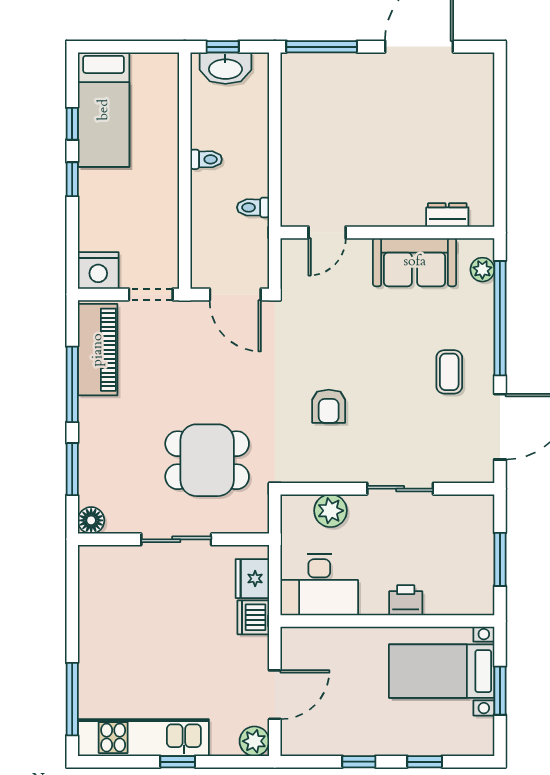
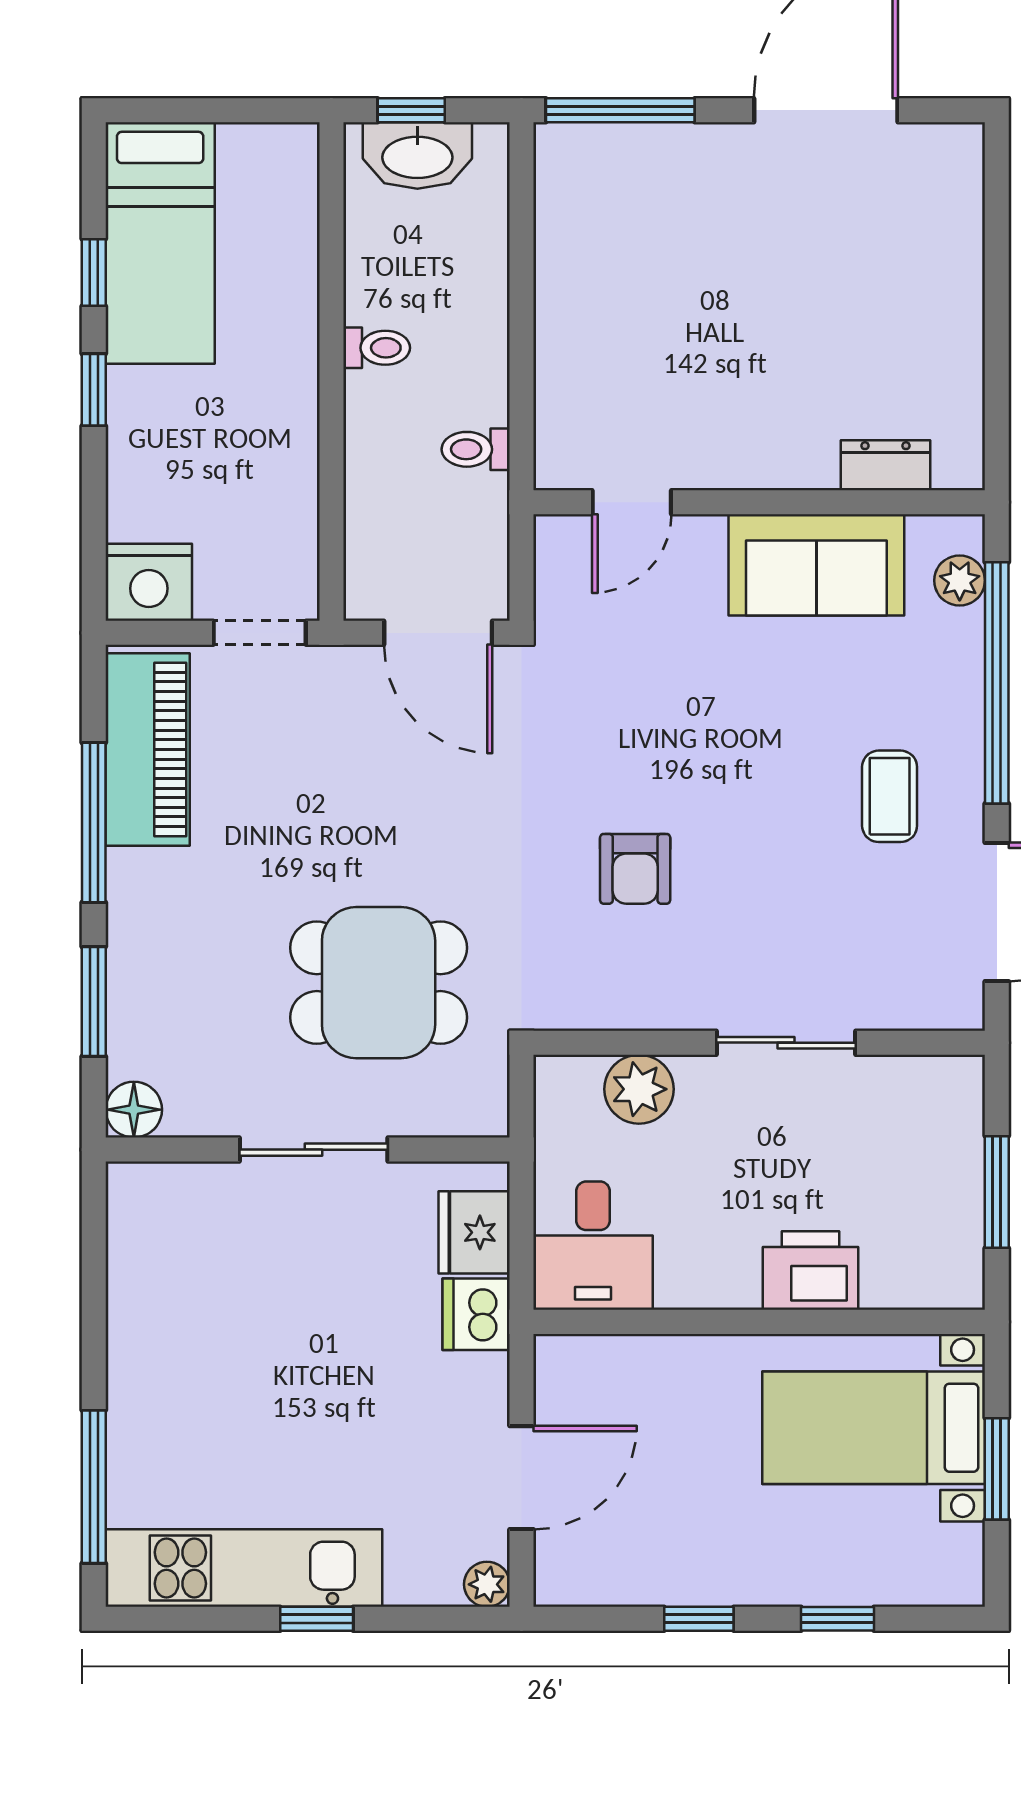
desk: (319, 585) -> (593, 1246), width x0.73
printer: (406, 600) -> (810, 1271), width x1.36, depth x1.24
plant: (254, 741) -> (487, 1584), width x0.73, depth x0.73

